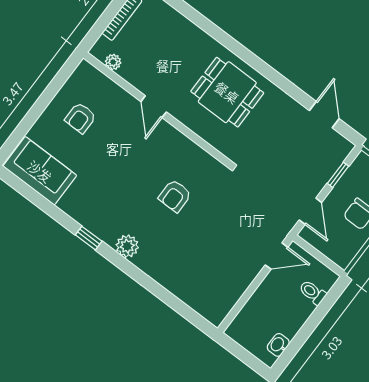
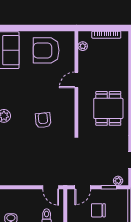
armchair: (80, 118) -> (46, 50), width x1.88, depth x1.88
plant: (339, 155) -> (118, 181), added
armchair: (175, 196) -> (43, 120), turned 85

